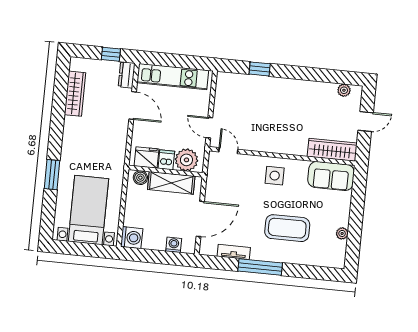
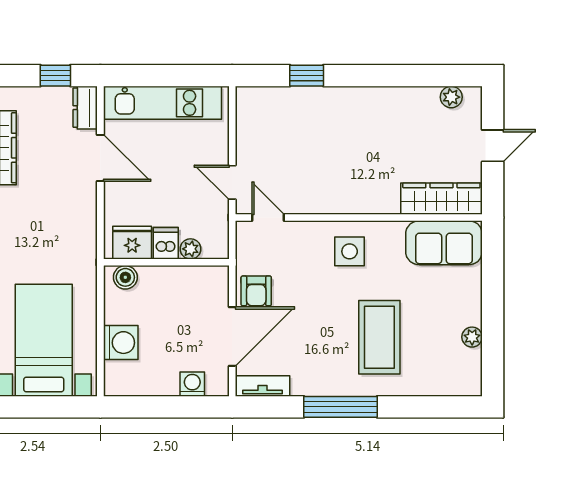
plant: (186, 160) -> (191, 249), width x0.53, depth x0.53
shelving: (171, 183) -> (178, 281), removed
armchair: (217, 193) -> (256, 291), added
coffee table: (287, 228) -> (379, 337), turned 90
washing machine: (132, 238) -> (121, 343), moved
tv unit: (234, 252) -> (262, 386), moved

